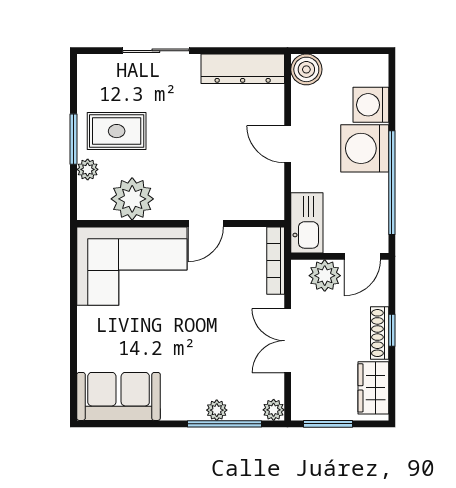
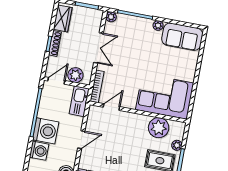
door: (288, 144) -> (81, 140), hinge flipped
door: (206, 224) -> (111, 107), moved
plant: (217, 410) -> (158, 26), moved

